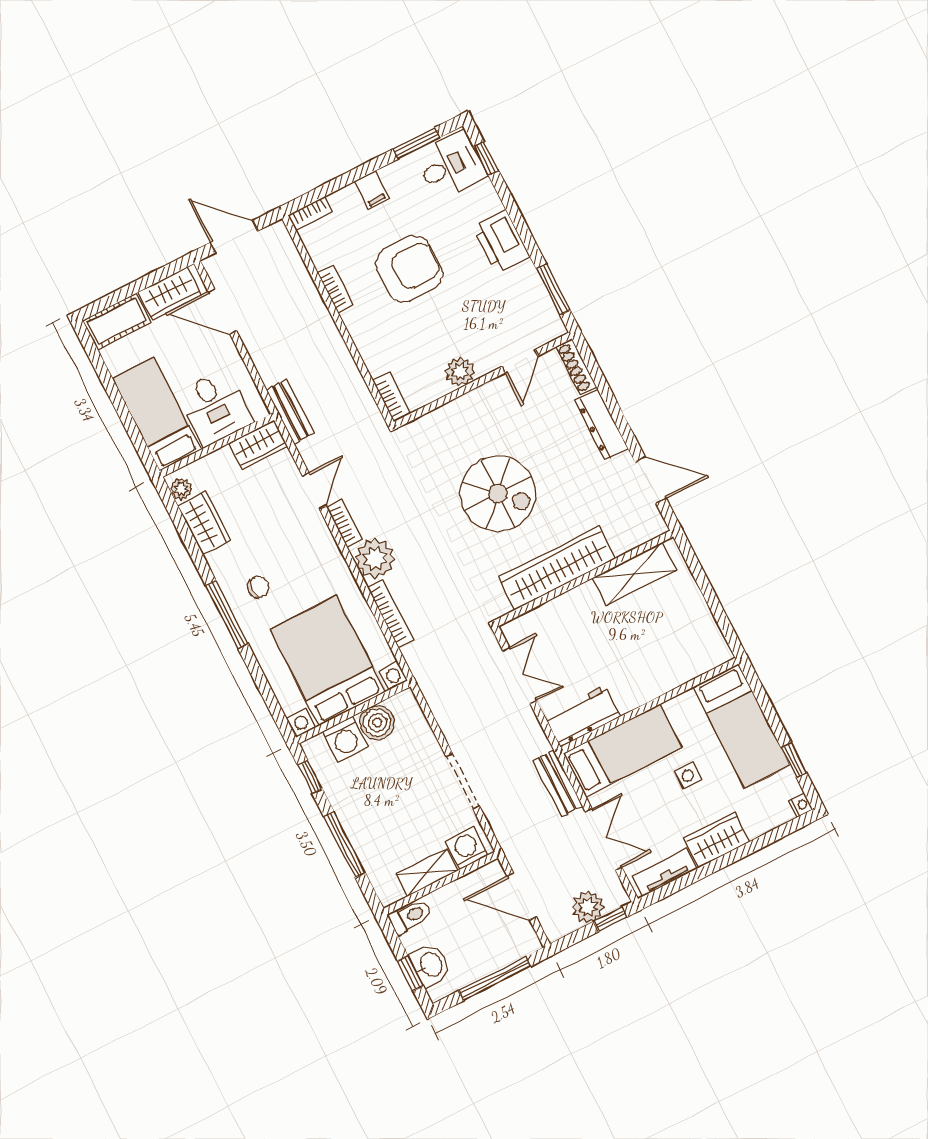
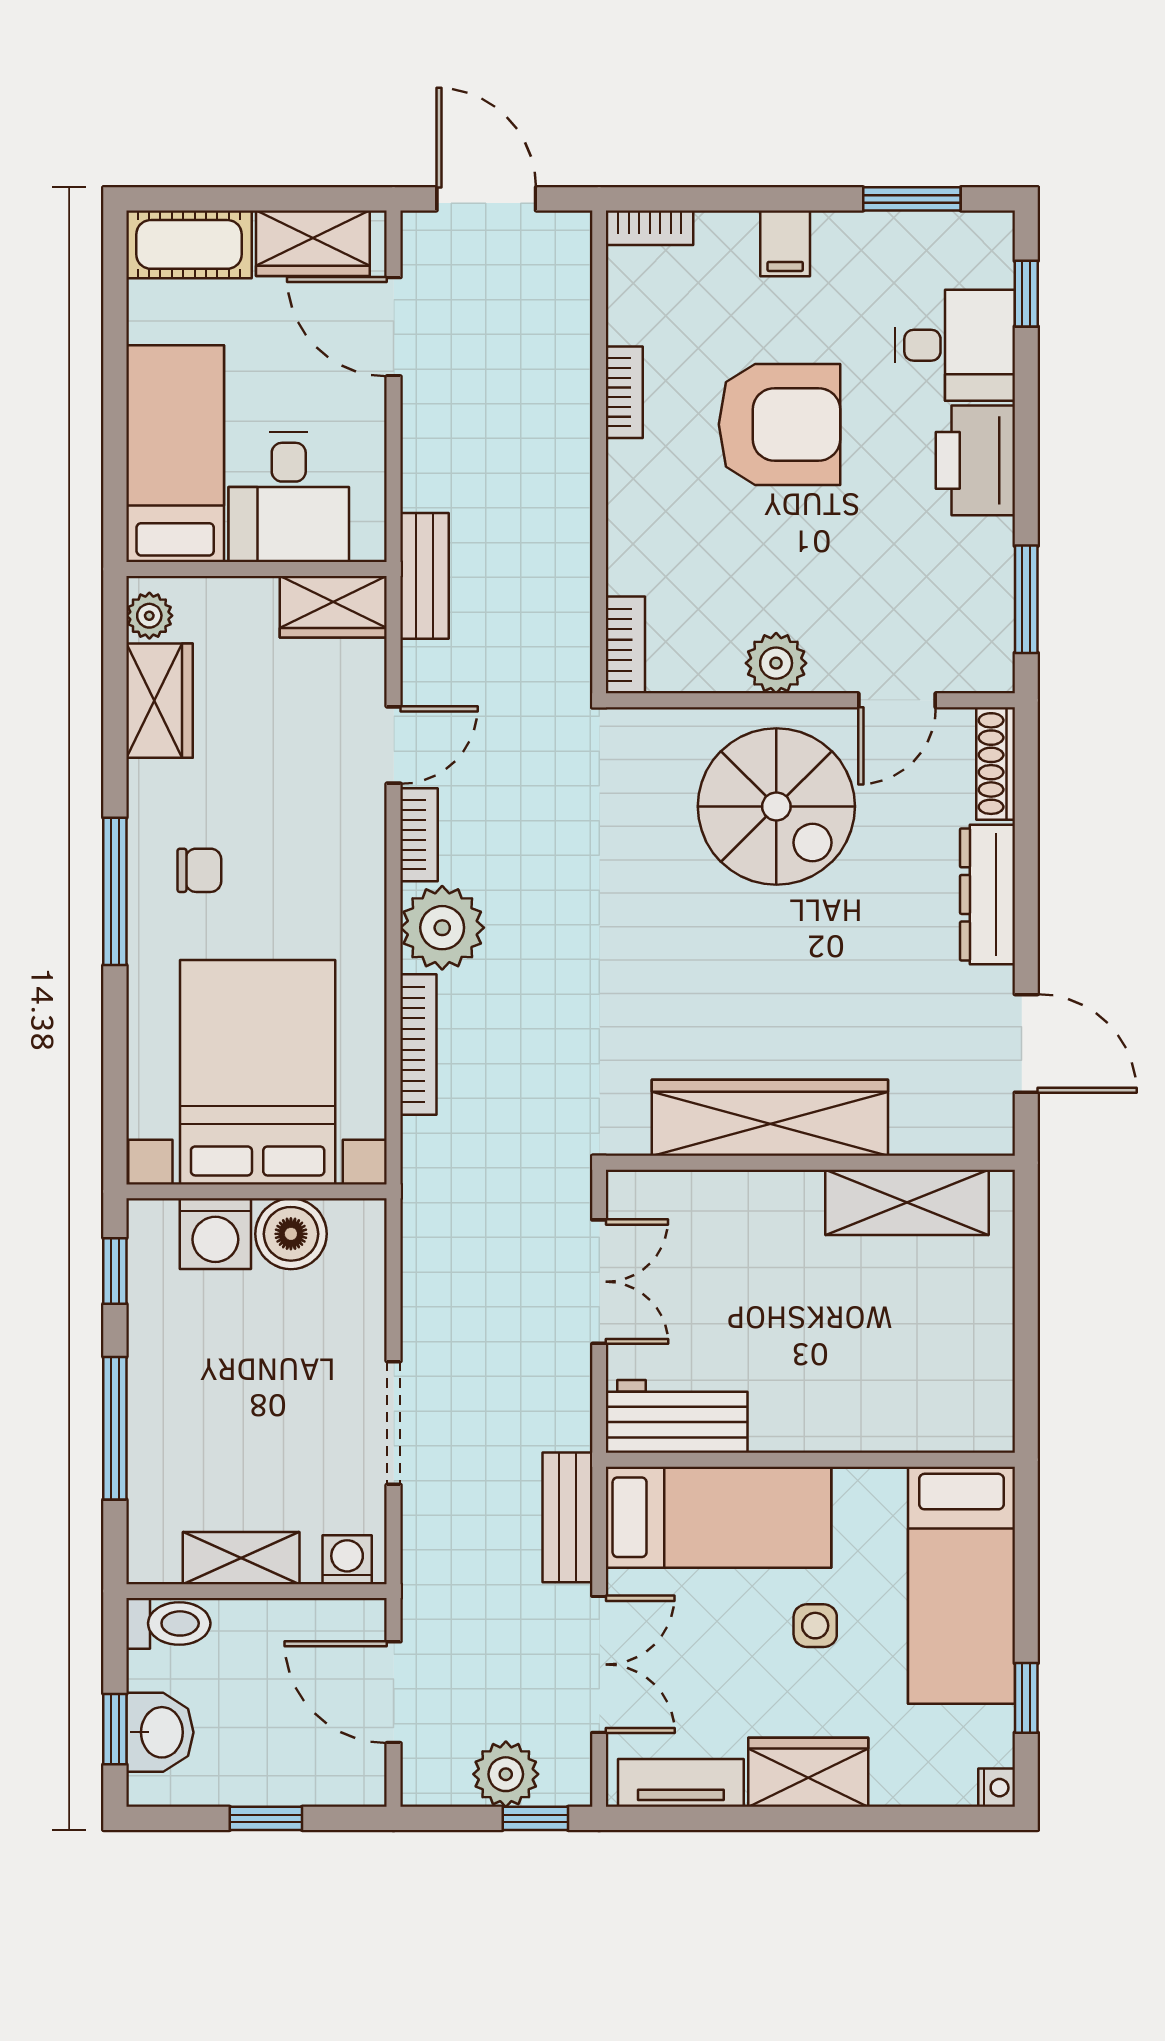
desk: (451, 165) -> (955, 345), moved
spiral stairs: (498, 494) -> (776, 806), moved
washing machine: (467, 848) -> (347, 1560), width x0.73, depth x0.73
window: (495, 978) -> (266, 1818), width x0.46

